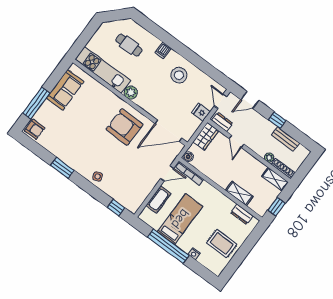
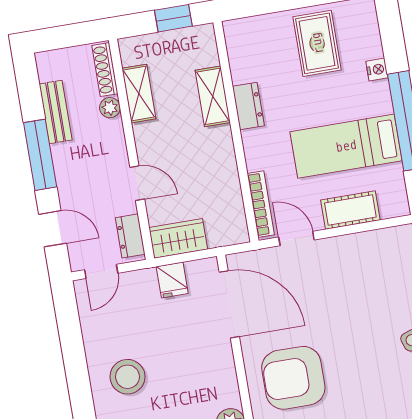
fridge: (201, 112) -> (172, 280), moved
window: (277, 120) -> (40, 155), width x2.17
armchair: (124, 127) -> (293, 378), turned 89
door: (237, 141) -> (137, 183), hinge flipped
boiler: (188, 157) -> (238, 233), removed
shelving: (275, 179) -> (139, 94), moved
dresser: (242, 214) -> (248, 106), moved

